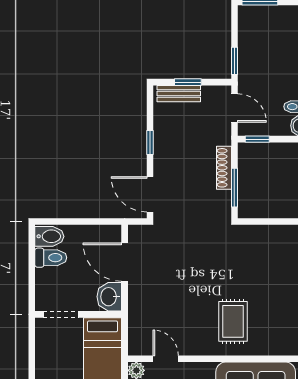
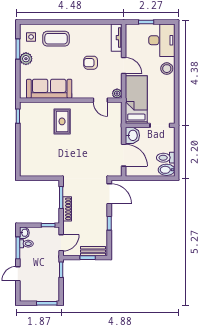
door: (234, 108) -> (61, 243), swing flipped

